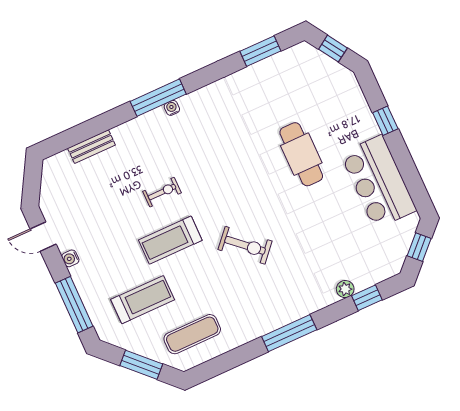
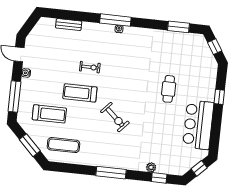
cafe table: (301, 154) -> (169, 89), width x0.73, depth x0.74

